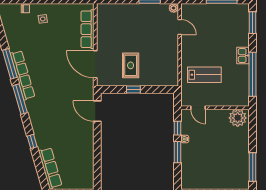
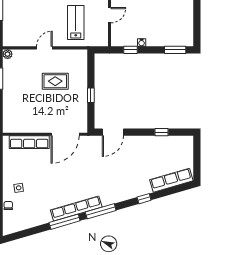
door: (180, 27) -> (44, 48), moved
rug: (131, 65) -> (55, 81), moved
door: (198, 108) -> (110, 15), moved
window: (178, 152) -> (175, 50), moved
window: (97, 159) -> (162, 132), added

